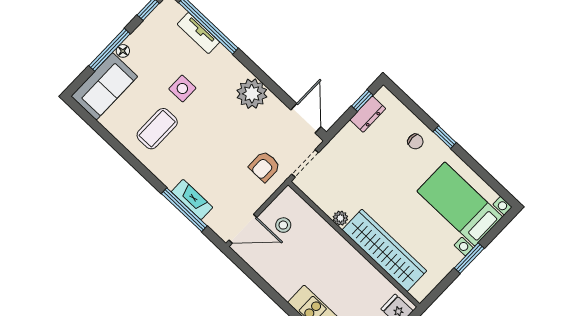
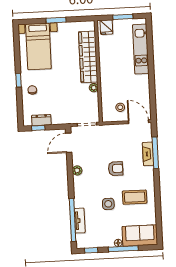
plant: (252, 94) -> (77, 170), width x0.53, depth x0.53
armchair: (265, 166) -> (116, 169), moved

